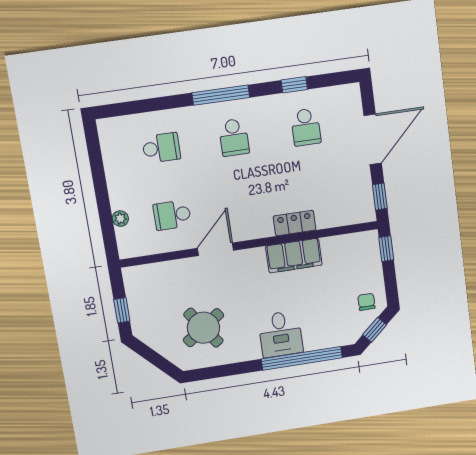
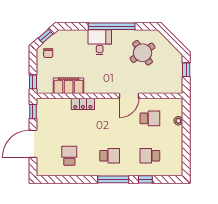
window: (294, 85) -> (145, 179), moved
school desk: (234, 137) -> (110, 156), turned 90
filing cabinet: (294, 256) -> (69, 86), moved
window: (302, 358) -> (112, 26), moved

